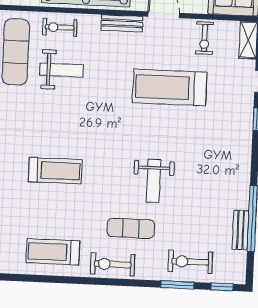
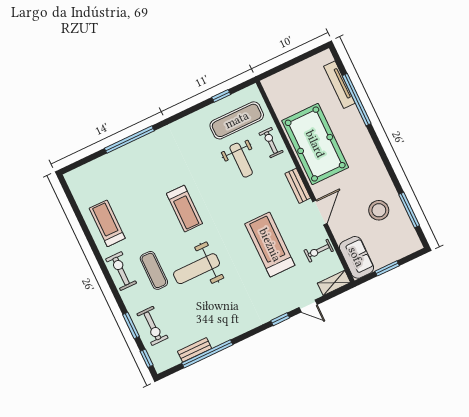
treadmill: (55, 171) -> (184, 209), moved
weight bench: (154, 181) -> (197, 269), width x1.36, depth x1.33
exercise bike: (190, 262) -> (152, 326), turned 180

